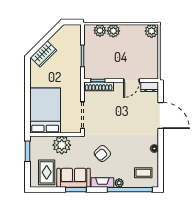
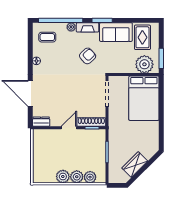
plant: (152, 31) -> (63, 176), moved
wardrobe: (44, 54) -> (135, 165), moved
door: (132, 81) -> (69, 128), moved
plant: (62, 145) -> (144, 64), moved
window: (76, 190) -> (102, 20), moved

